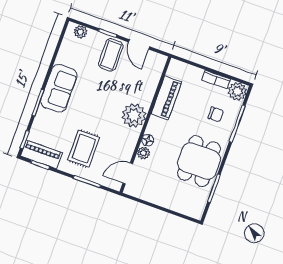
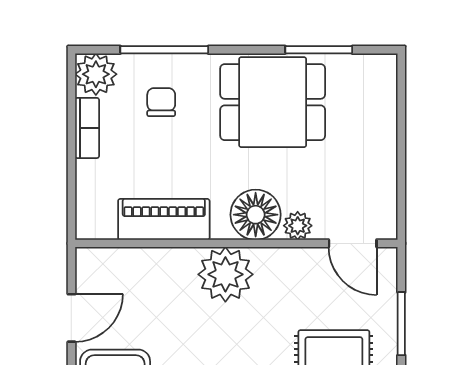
floor lamp: (148, 140) -> (256, 215), width x1.89, depth x1.89

